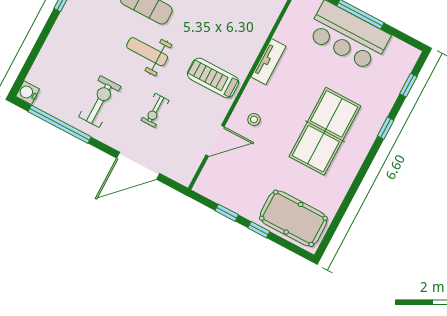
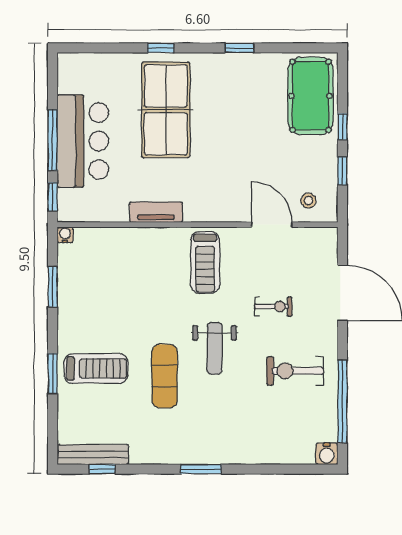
window: (408, 85) -> (239, 48), moved
stool: (254, 120) -> (308, 201), moved
table tennis table: (325, 131) -> (166, 110), moved, turned 90

